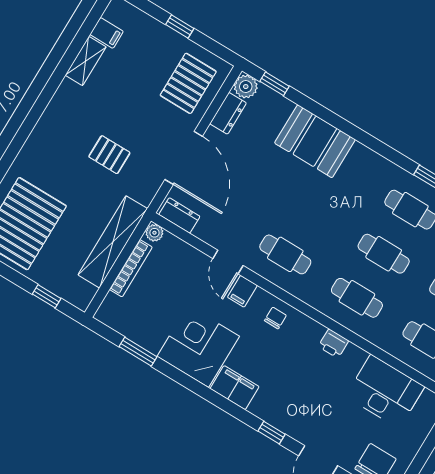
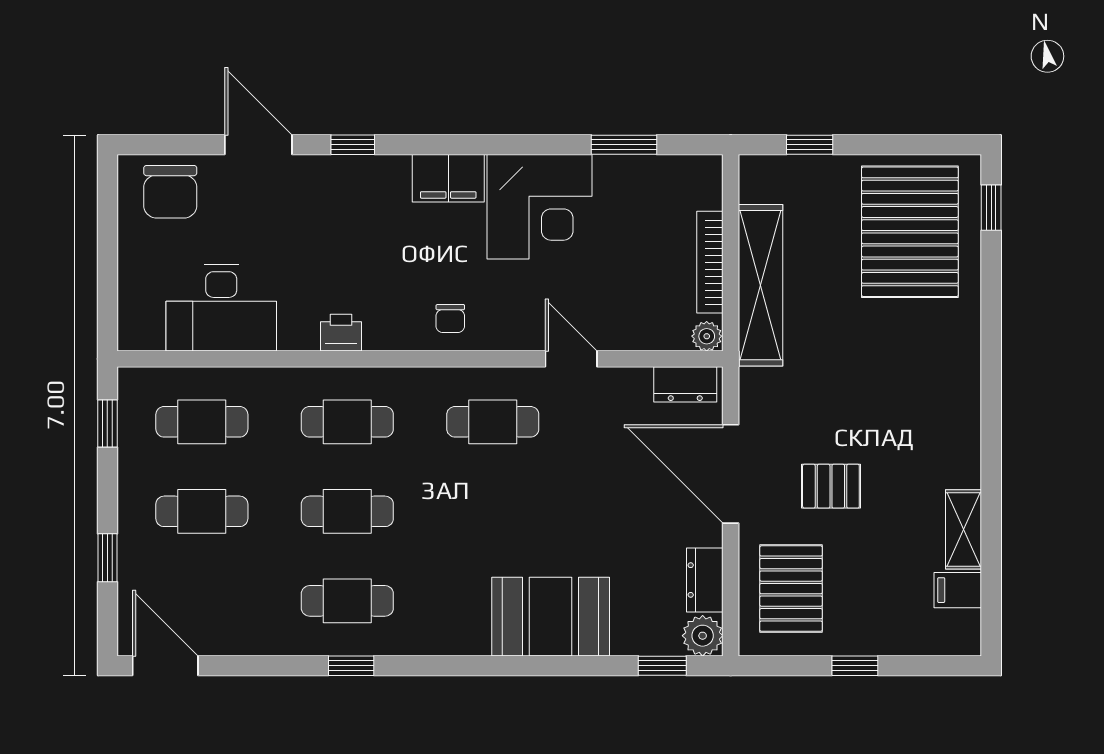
pallet: (109, 155) -> (831, 486), moved
filing cabinet: (242, 291) -> (523, 328), removed

